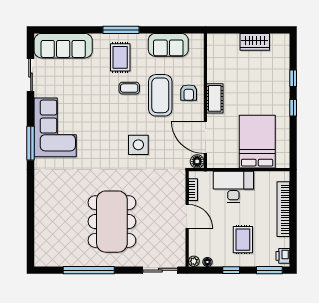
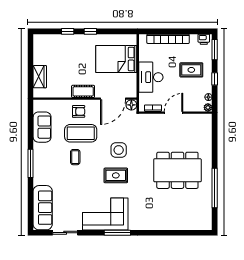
wardrobe: (255, 42) -> (40, 77), moved
rug: (120, 57) -> (116, 175), moved
sliding door: (160, 270) -> (215, 133), removed

